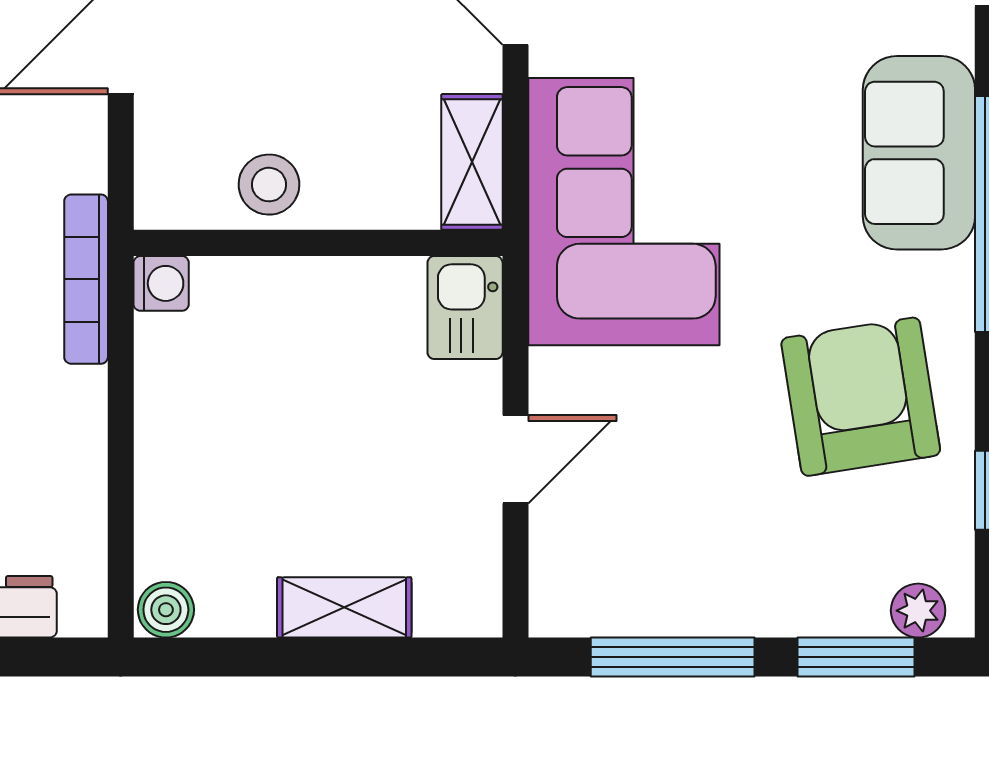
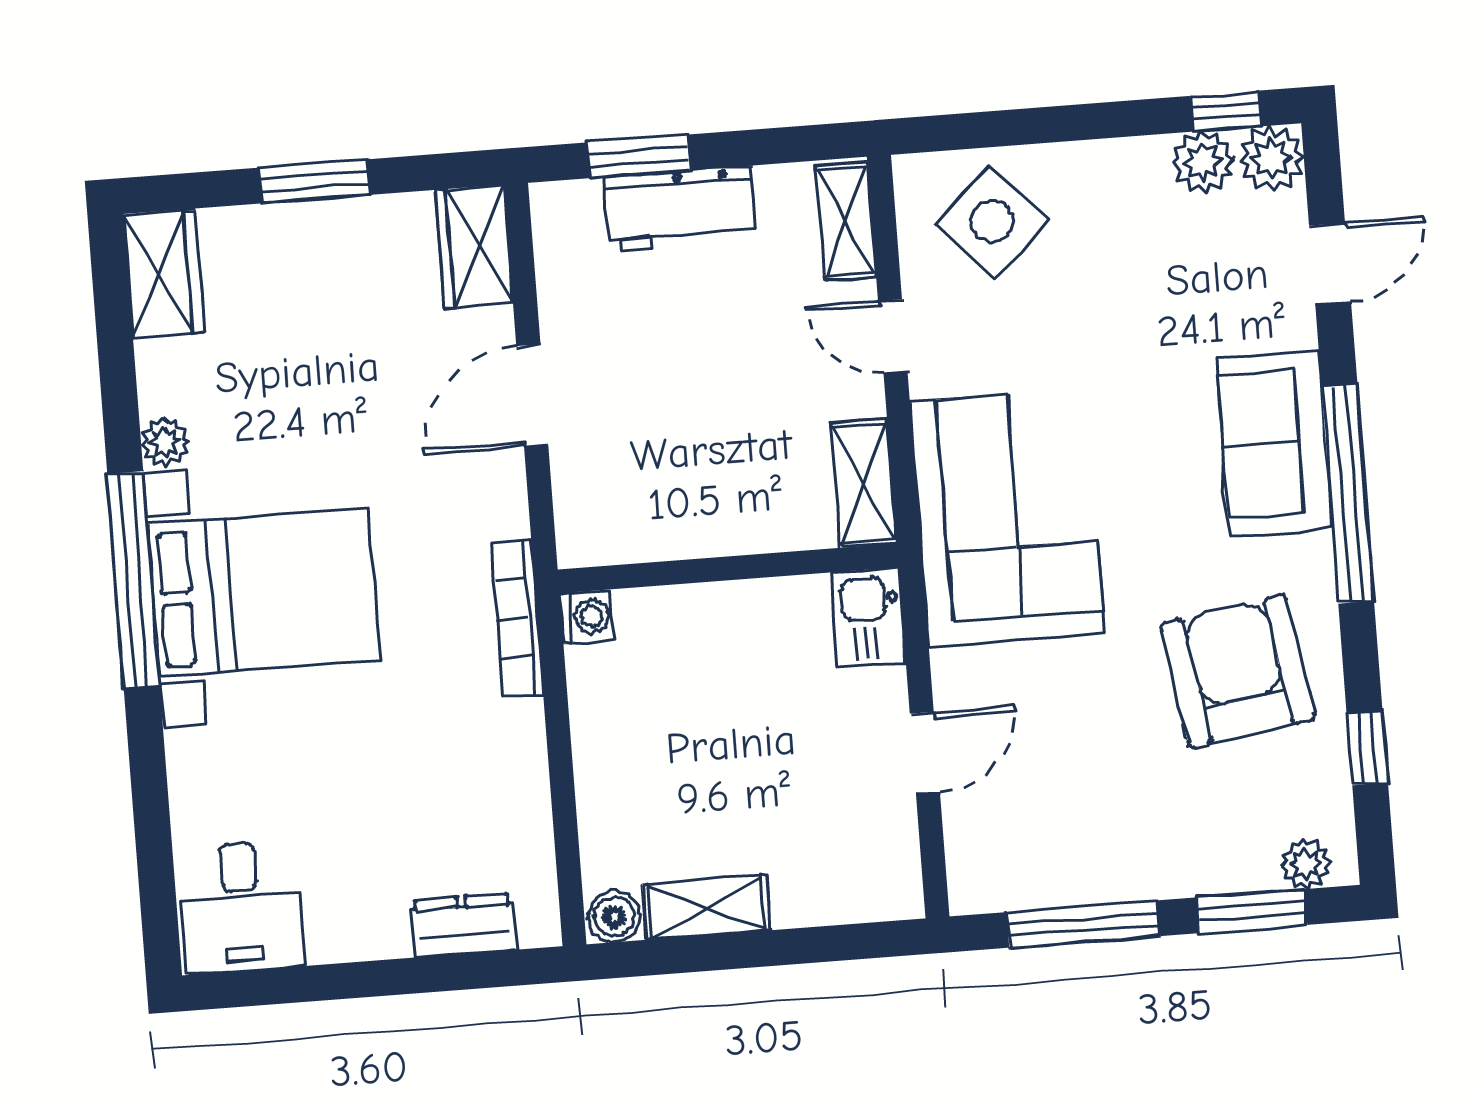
stool: (269, 185) -> (679, 518), removed
shelving: (344, 607) -> (706, 907), moved

